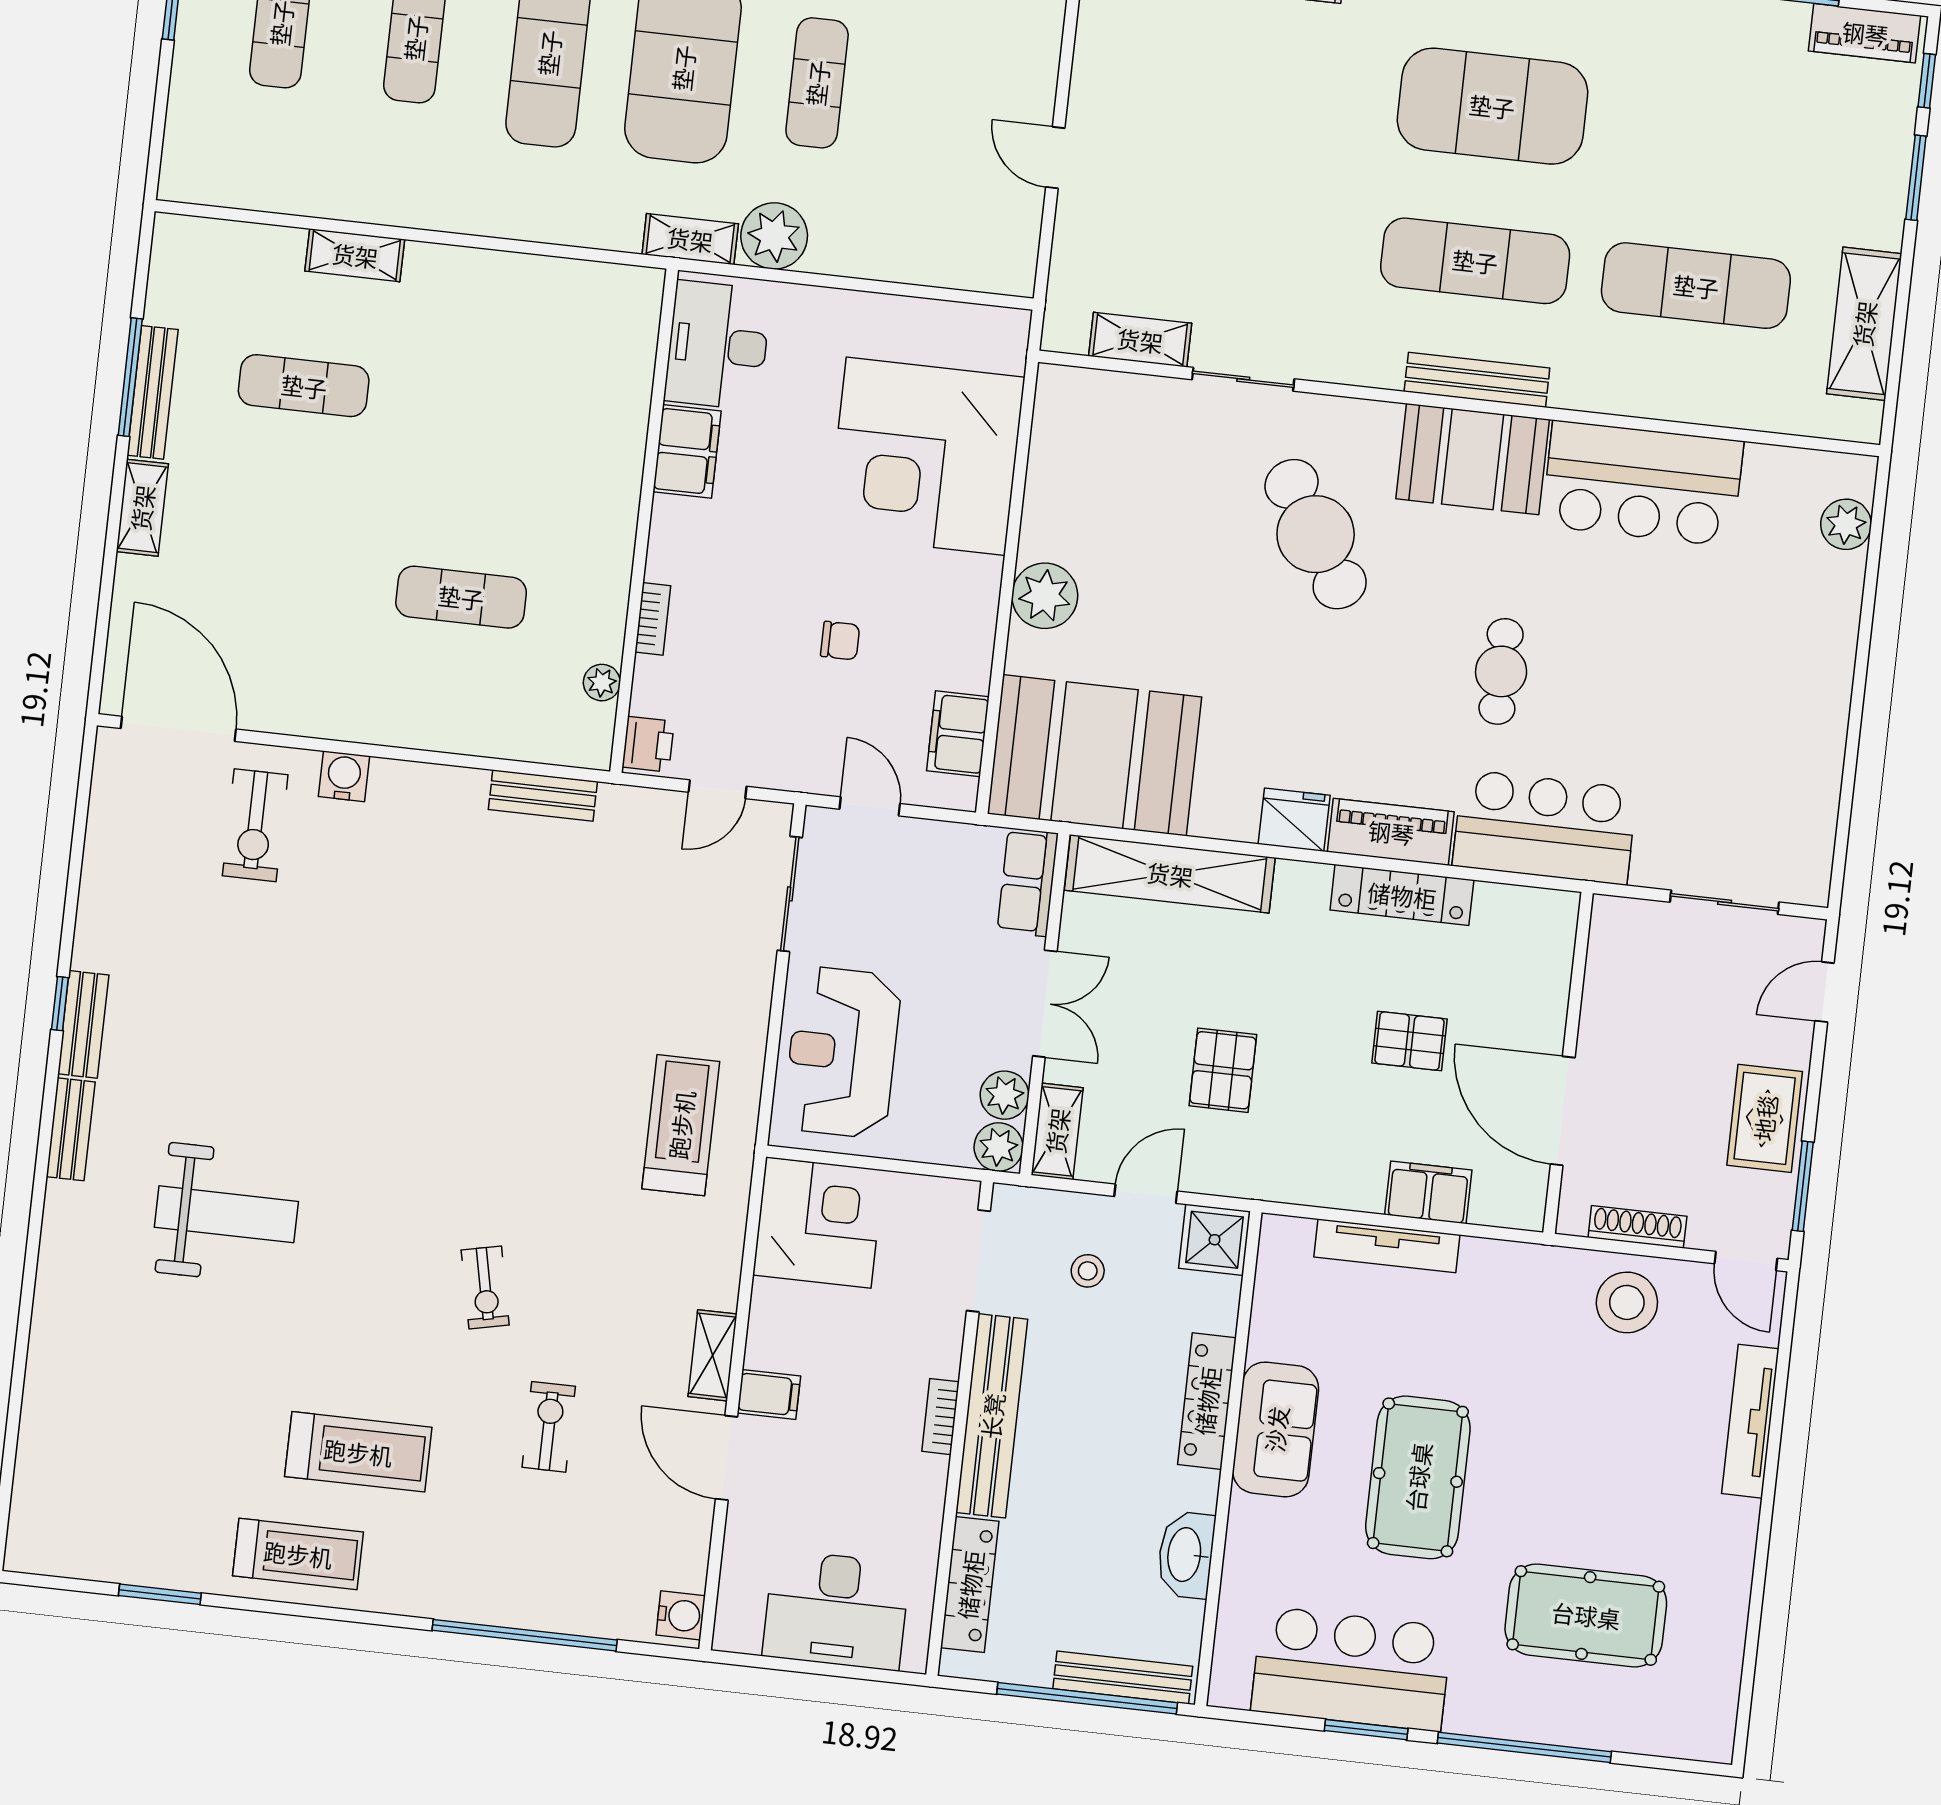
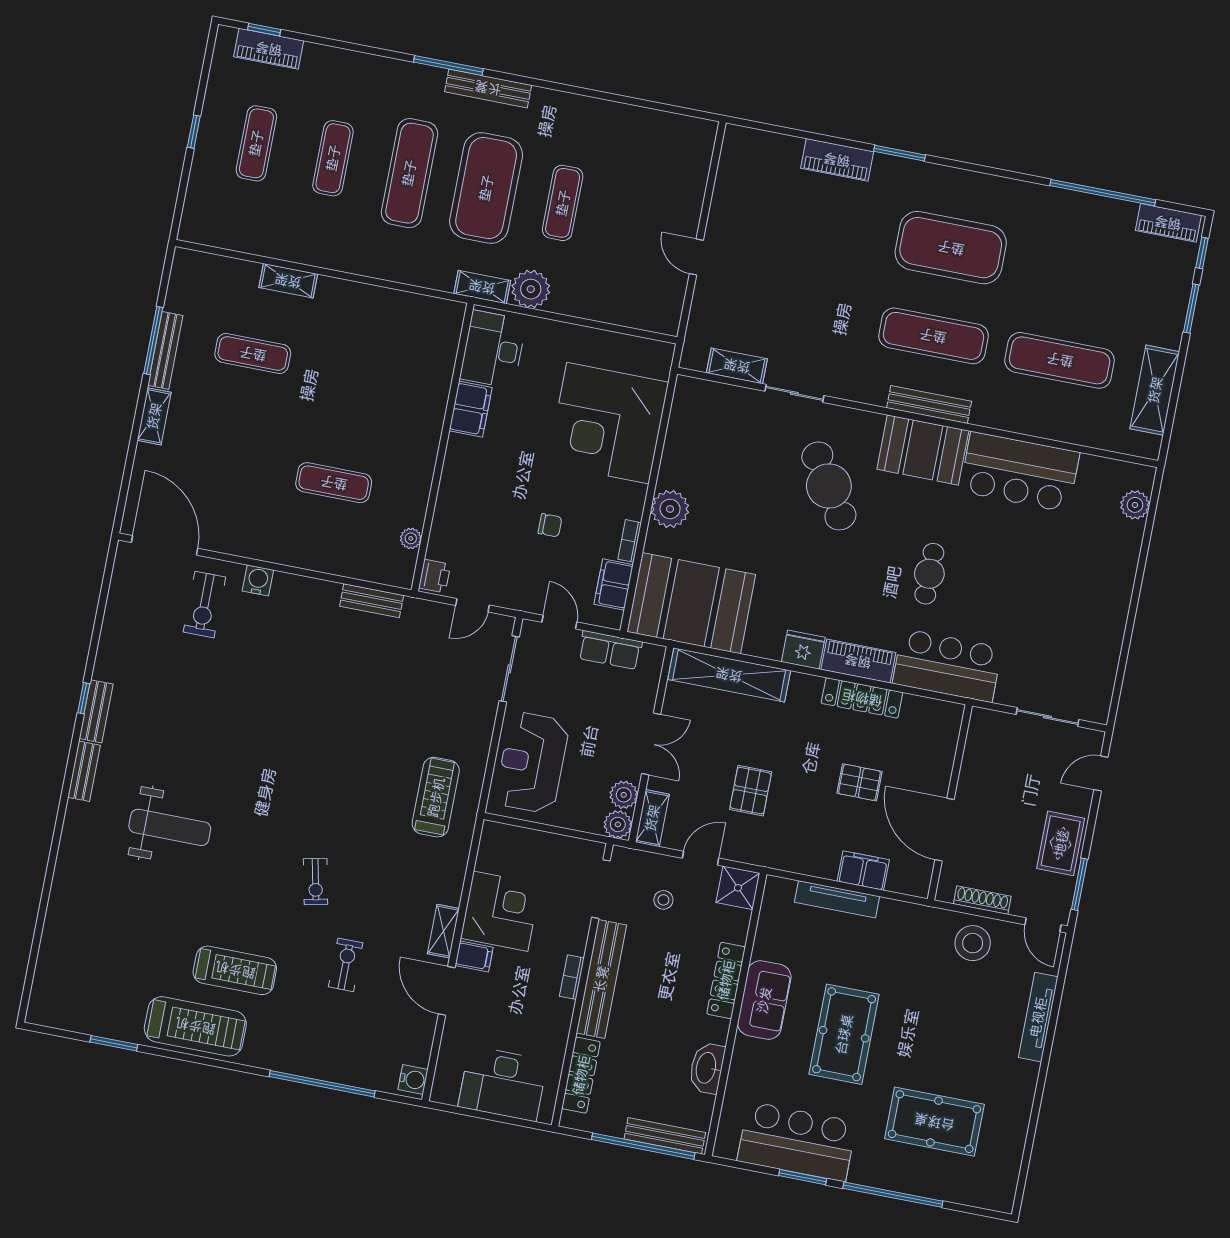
bookcase: (653, 619) -> (630, 541), moved, turned 180
row of seats: (1028, 882) -> (610, 650), moved, turned -90
corner desk: (818, 1223) -> (500, 911), moved
treadmill: (298, 1554) -> (195, 1026), width x1.37, depth x1.38

